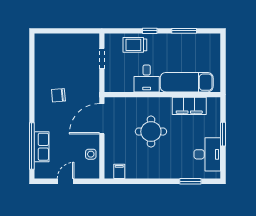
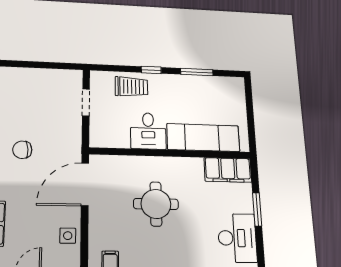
trolley: (135, 45) -> (131, 87), turned 180
filing cabinet: (189, 106) -> (228, 170), moved

